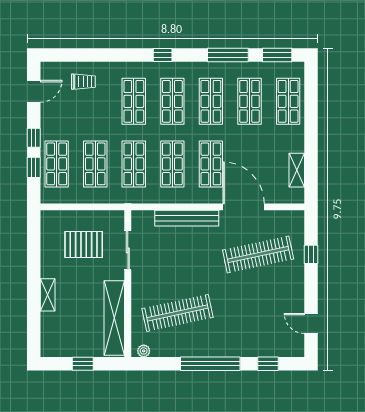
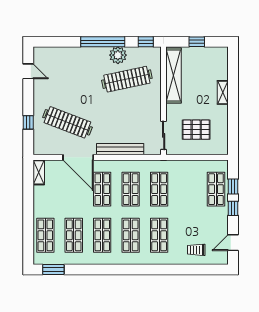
window: (163, 55) -> (138, 269), removed
window: (228, 55) -> (90, 269), removed
shop shelf: (95, 164) -> (188, 189), removed
shelving: (297, 170) -> (39, 172), moved
sliding door: (128, 250) -> (164, 135), moved
clothes rail: (258, 254) -> (67, 122), turned 33
plant: (144, 351) -> (118, 55), moved, width x1.88, depth x1.88
window: (268, 364) -> (146, 42), moved

